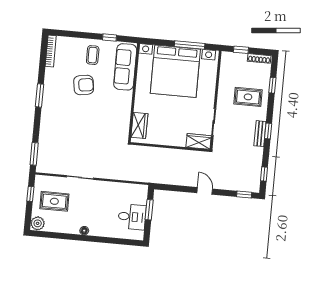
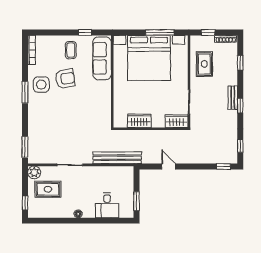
side table: (58, 89) -> (41, 85), added
rug: (248, 97) -> (204, 64), moved, turned 90
wardrobe: (139, 125) -> (139, 121), moved, turned -90
bench: (260, 134) -> (233, 98), moved
bench: (131, 175) -> (117, 158), added
door: (205, 191) -> (169, 167), moved
window: (30, 194) -> (25, 203), moved
window: (149, 210) -> (137, 201), moved
desk: (132, 217) -> (107, 205), moved, turned 90
plant: (38, 223) -> (34, 172), moved

